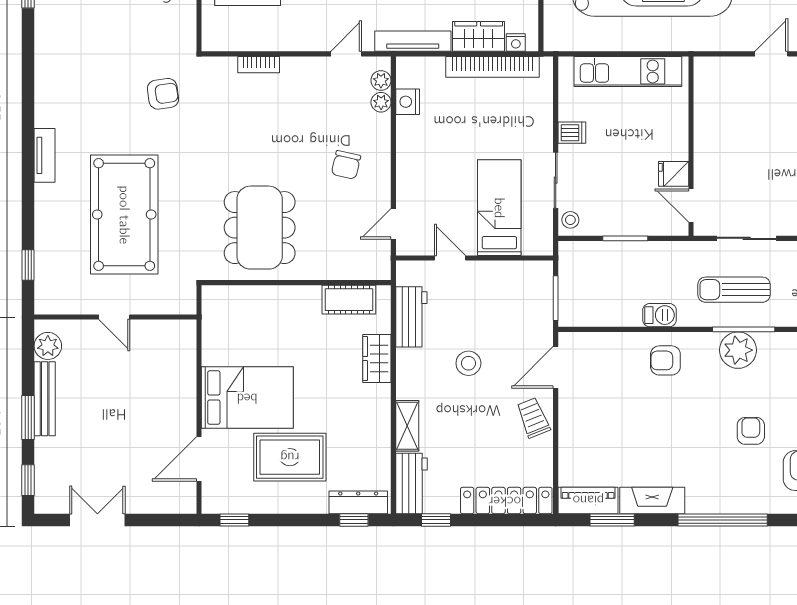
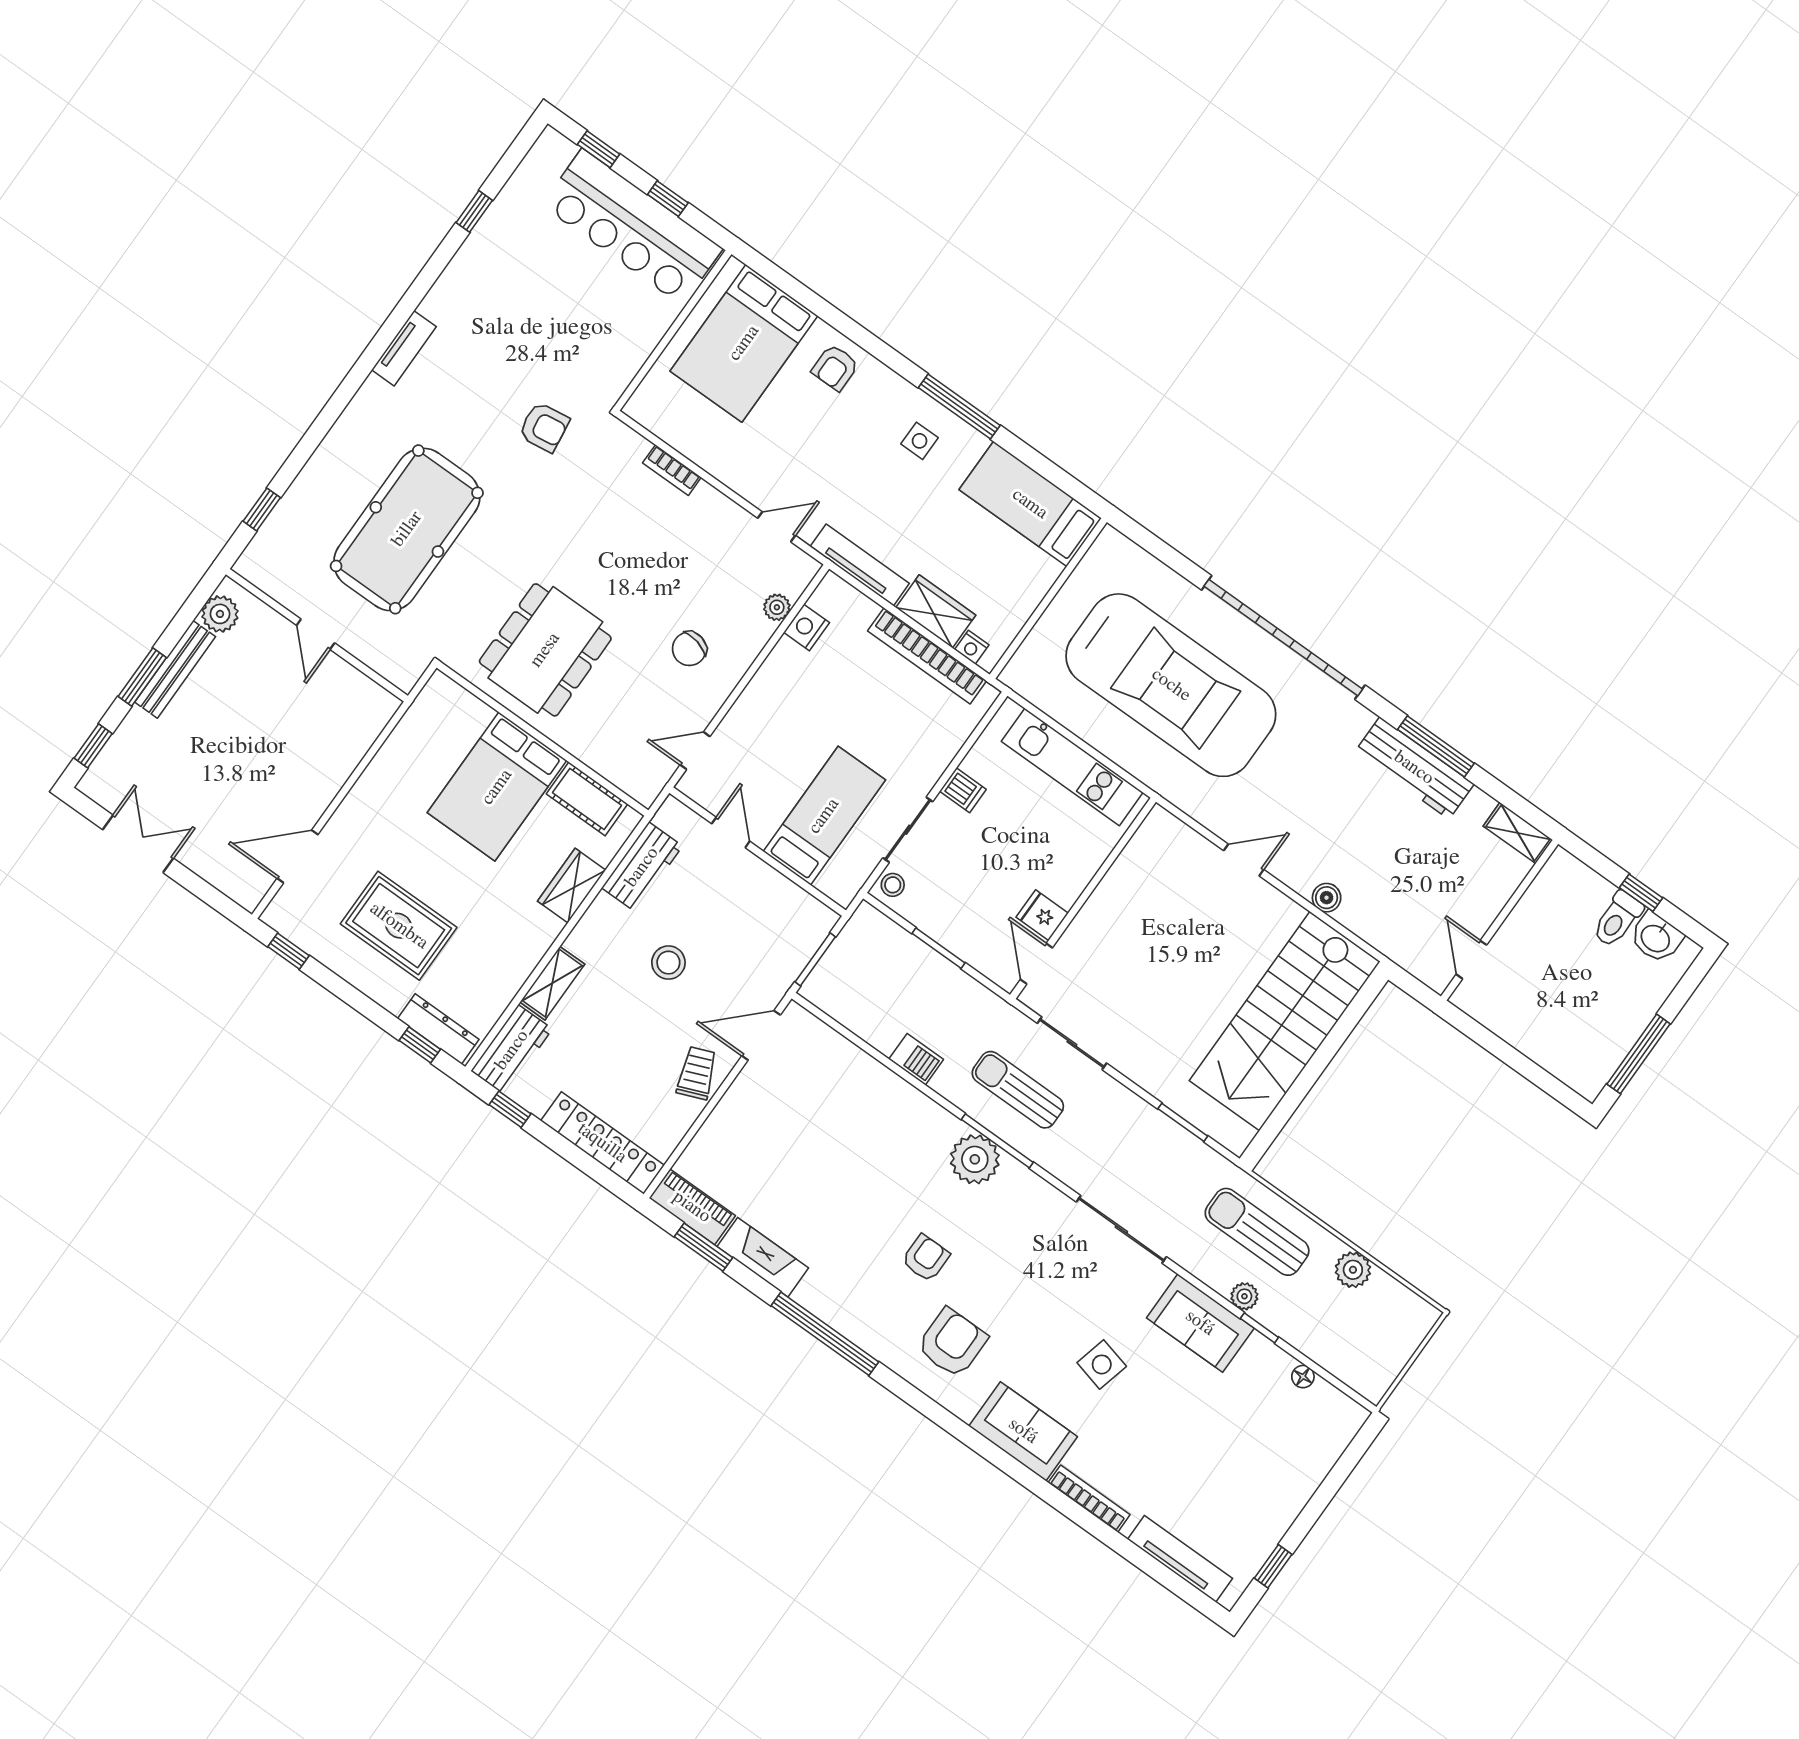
plant: (381, 80) -> (794, 583), removed
tv unit: (45, 155) -> (404, 348), moved
armchair: (665, 360) -> (887, 1114), removed
bed: (247, 398) -> (497, 787), moved, turned 90

